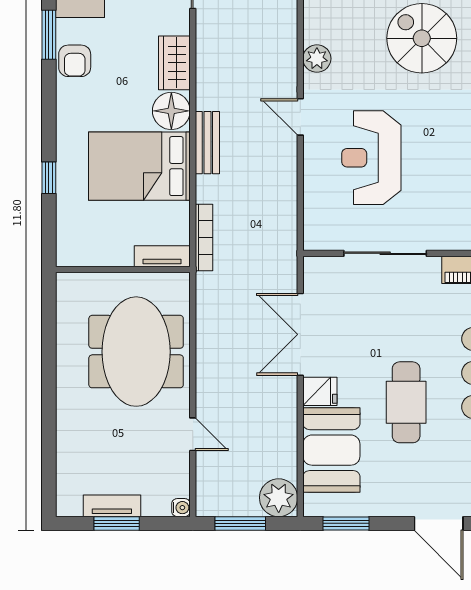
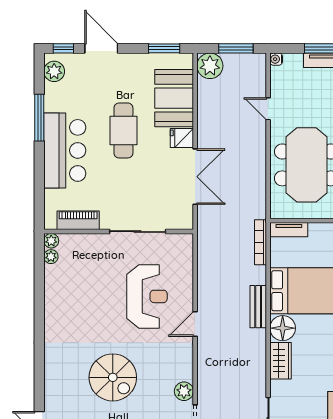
plant: (317, 59) -> (184, 391), moved
door: (300, 117) -> (195, 324), swing flipped

